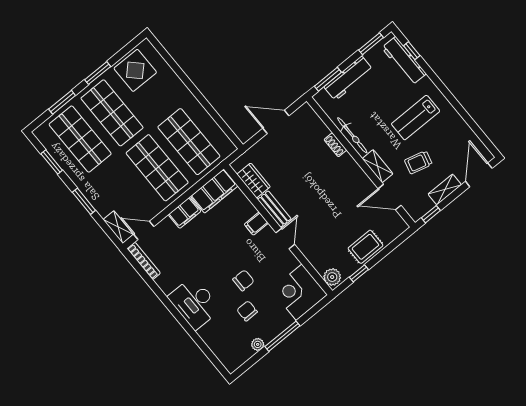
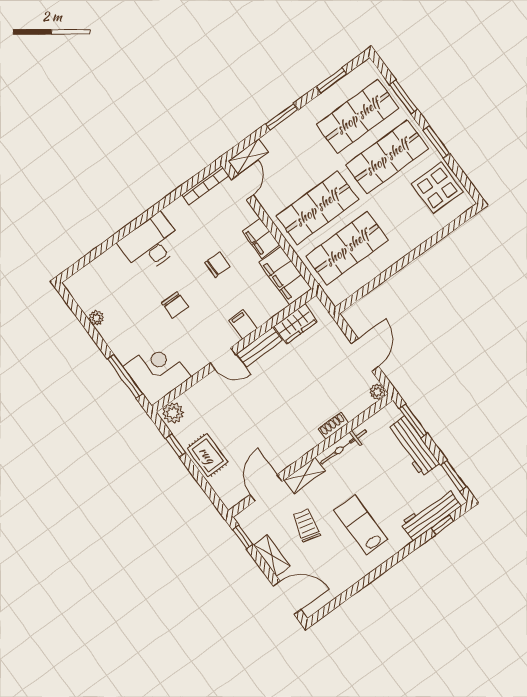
plant: (306, 110) -> (378, 392), added
chair: (247, 311) -> (217, 265), moved
window: (282, 336) -> (125, 376), moved

